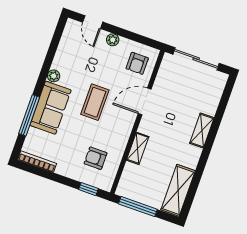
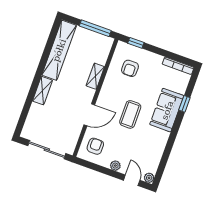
plant: (54, 76) -> (149, 178), moved
window: (29, 115) -> (184, 104), width x0.46
armchair: (96, 158) -> (130, 68), turned 90
shelving: (178, 190) -> (59, 50), width x1.47

